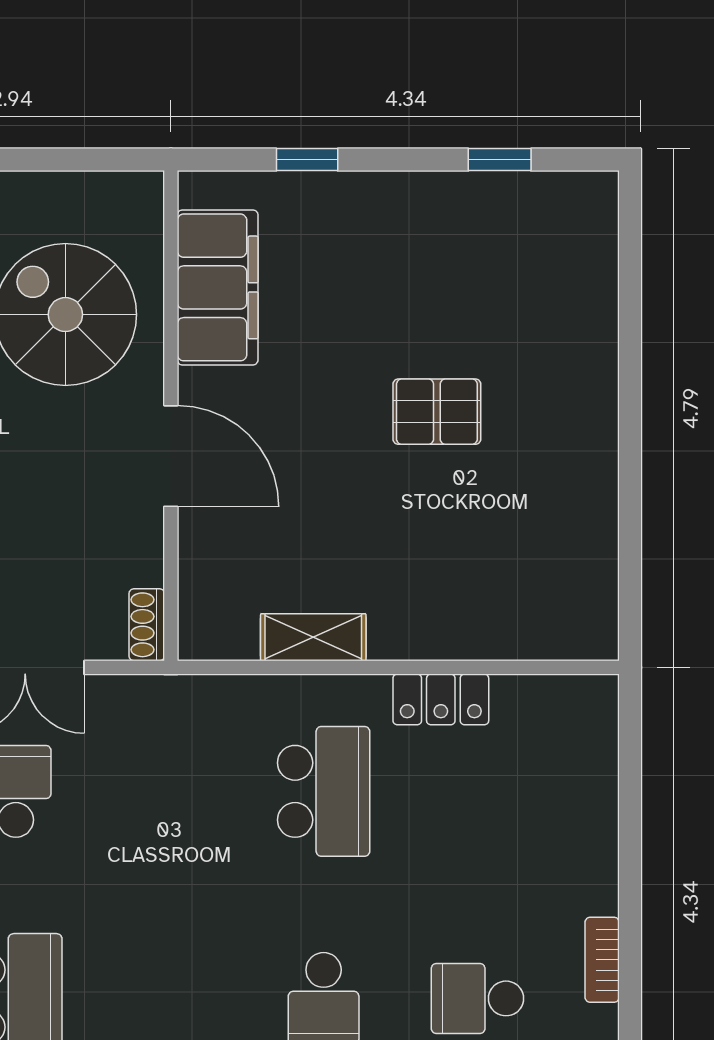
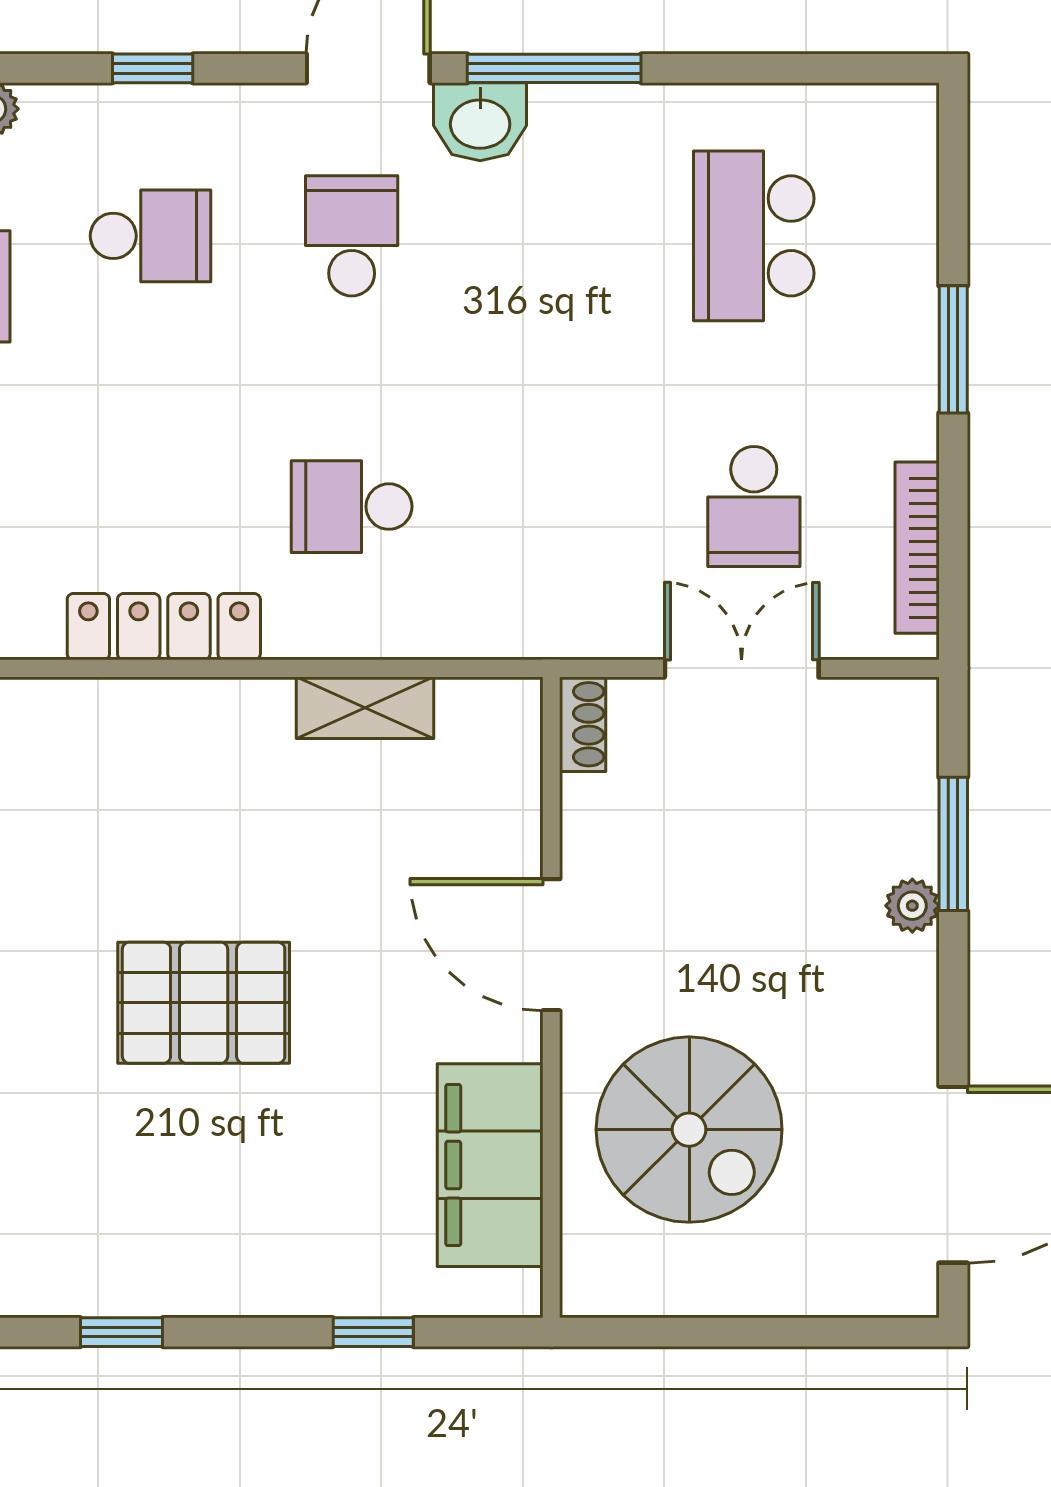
pallet: (437, 412) -> (204, 1003), width x1.50, depth x1.42
locker: (441, 699) -> (164, 627), width x1.53
school desk: (324, 791) -> (352, 507), width x0.54

